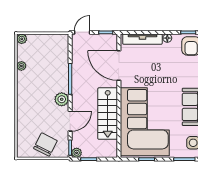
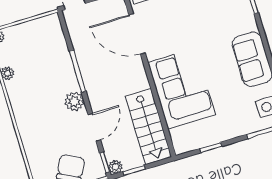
stairs: (108, 114) -> (148, 127), moved
corner sofa: (145, 122) -> (181, 89), width x0.73, depth x0.74

